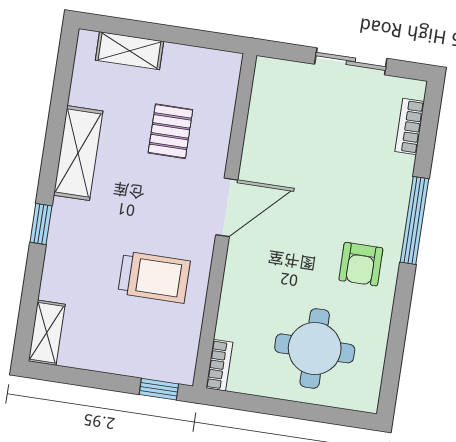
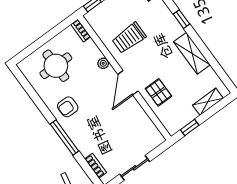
window: (199, 38) -> (190, 128), added
pallet: (170, 131) -> (158, 92), moved
armchair: (361, 264) -> (68, 107), turned -90
plant: (236, 277) -> (103, 63), added

